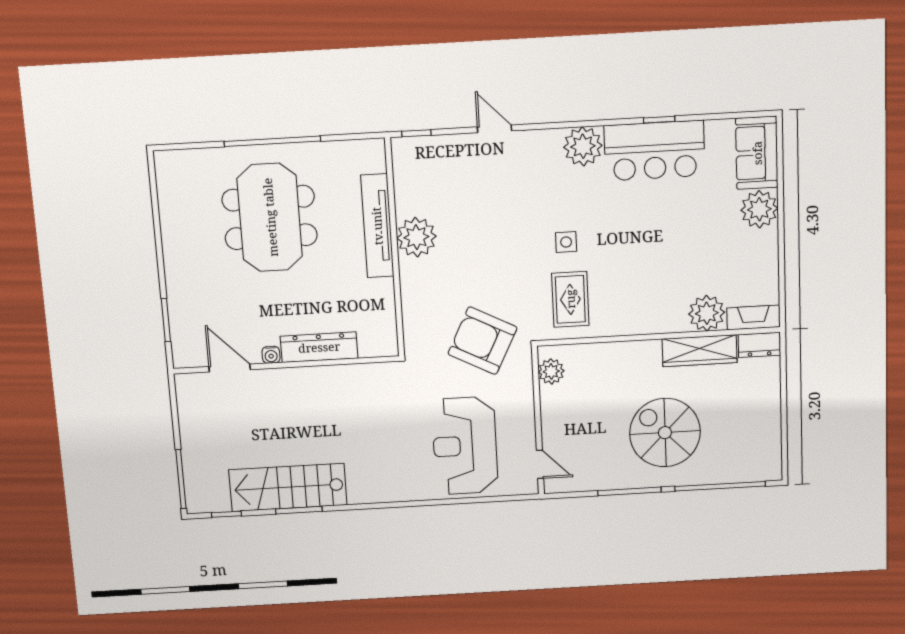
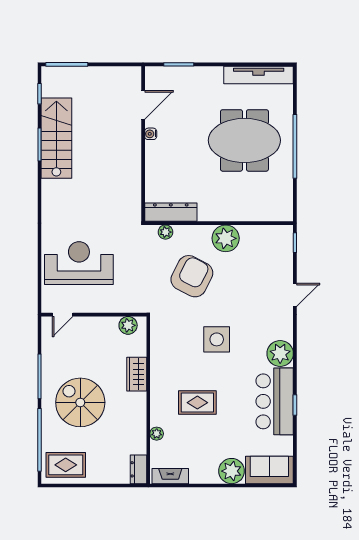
tv unit: (377, 226) -> (259, 75), moved, turned 180
side table: (566, 242) -> (217, 339), width x1.87, depth x1.87
rug: (570, 299) -> (197, 403), moved
plant: (707, 313) -> (157, 434), width x0.53, depth x0.53
fireplace: (753, 317) -> (170, 476), moved, turned -90
plant: (413, 325) -> (165, 232), added
armchair: (482, 341) -> (192, 276), moved
dresser: (319, 347) -> (171, 212), moved, turned -90
wardrobe: (700, 351) -> (137, 374), moved, width x0.67
spiral stairs: (665, 433) -> (80, 402), turned -90
rug: (755, 448) -> (66, 465), added

